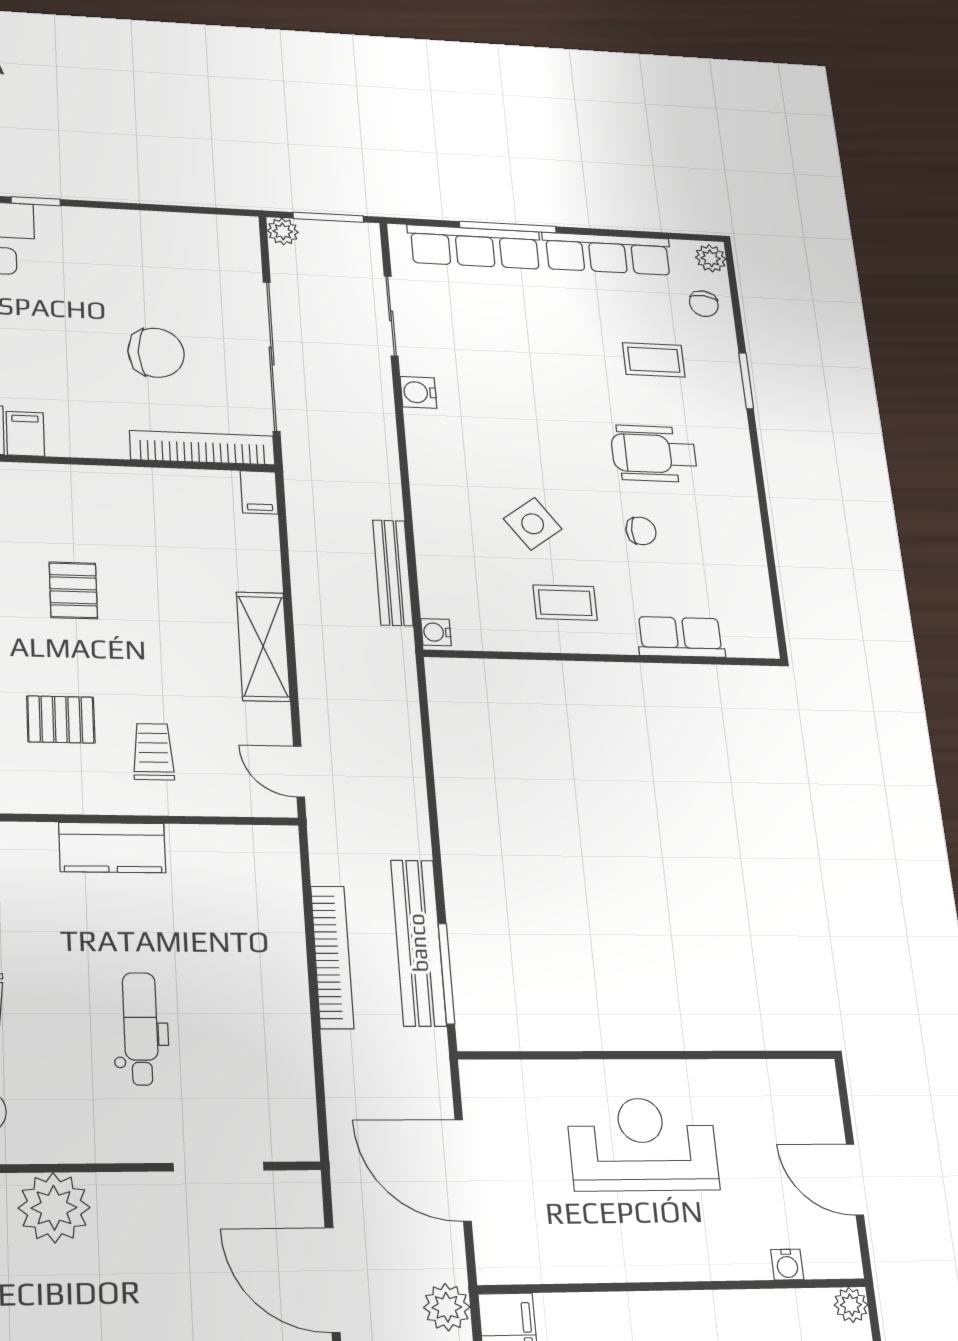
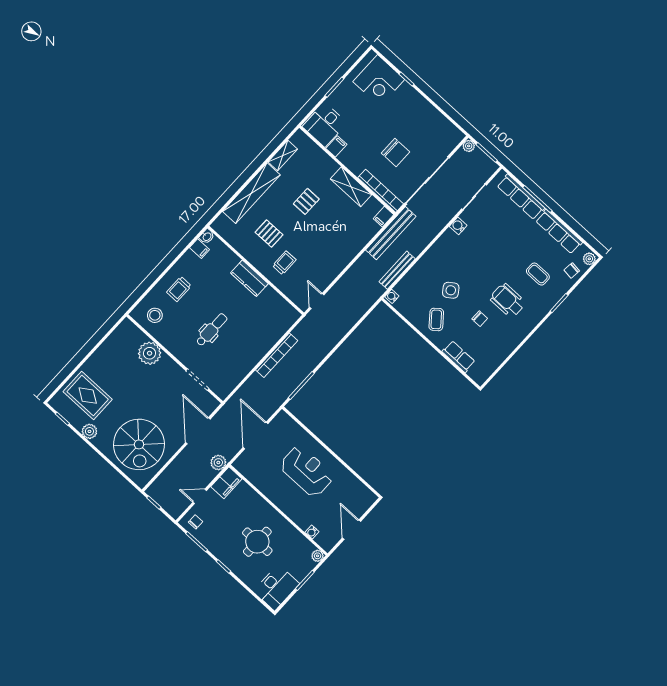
coffee table: (565, 603) -> (436, 319), turned 51
shelving: (263, 647) -> (351, 187), moved, turned 90
bench: (418, 943) -> (391, 233), moved

